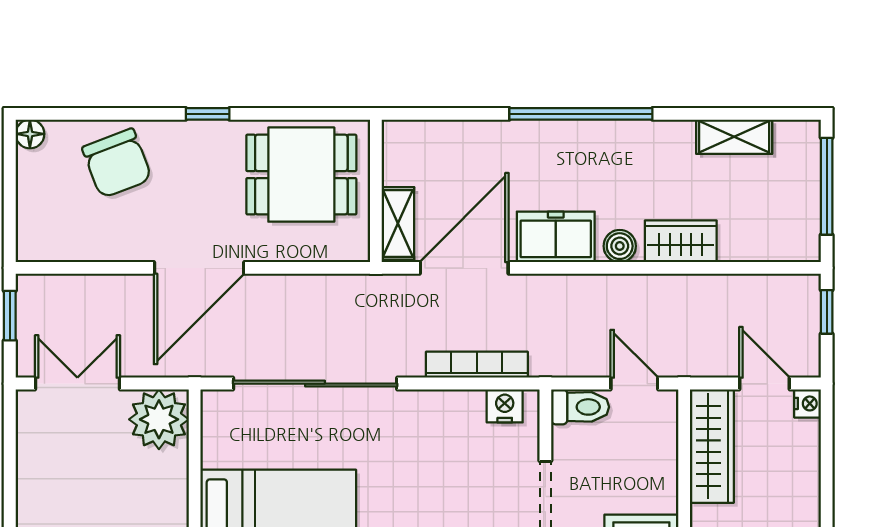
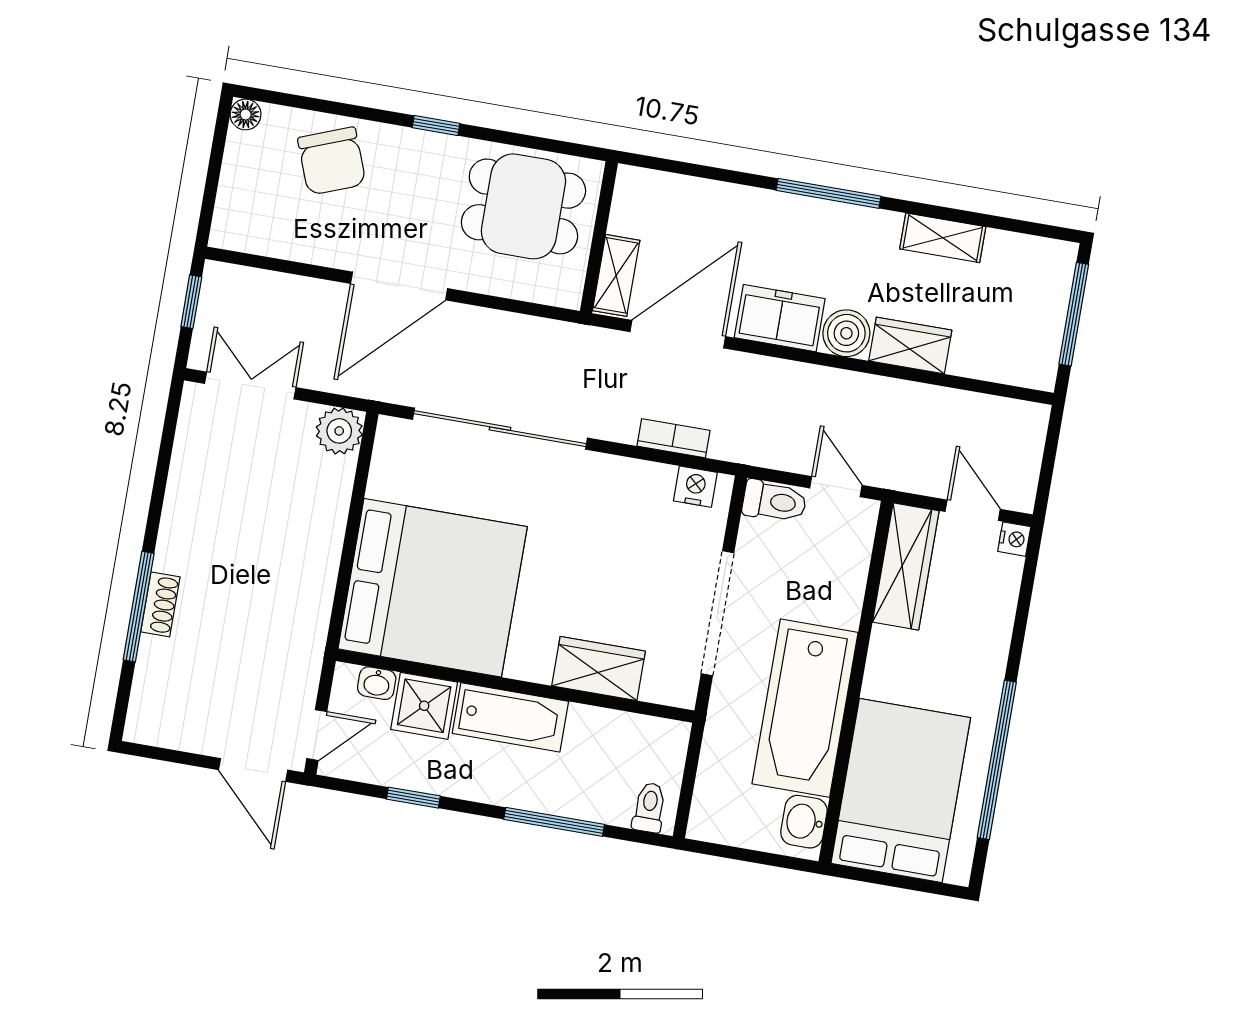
window: (581, 114) -> (829, 193), width x0.68
shelving: (734, 137) -> (943, 238), moved
boiler: (620, 246) -> (846, 333), width x1.36, depth x1.36
window: (827, 312) -> (1051, 446), removed
bookcase: (477, 365) -> (674, 438), width x0.64
plant: (159, 419) -> (339, 431), width x0.73, depth x0.73

